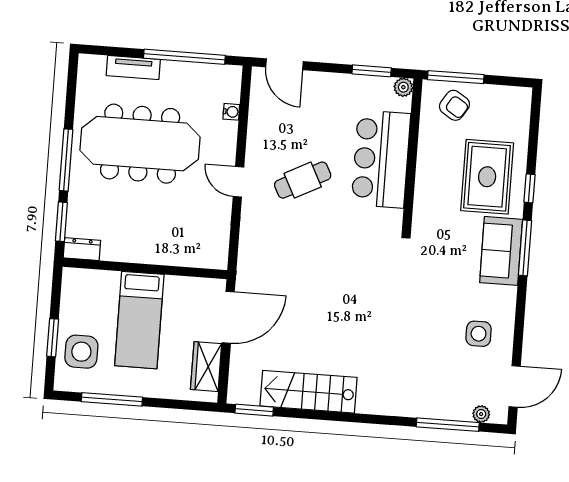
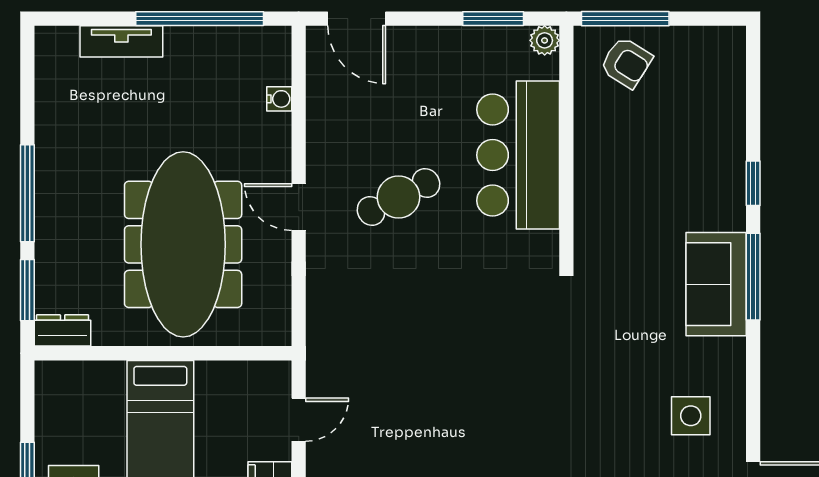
meeting table: (140, 144) -> (183, 244), moved, turned 90
rug: (487, 177) -> (686, 170), removed
door: (228, 317) -> (299, 420), width x0.53

